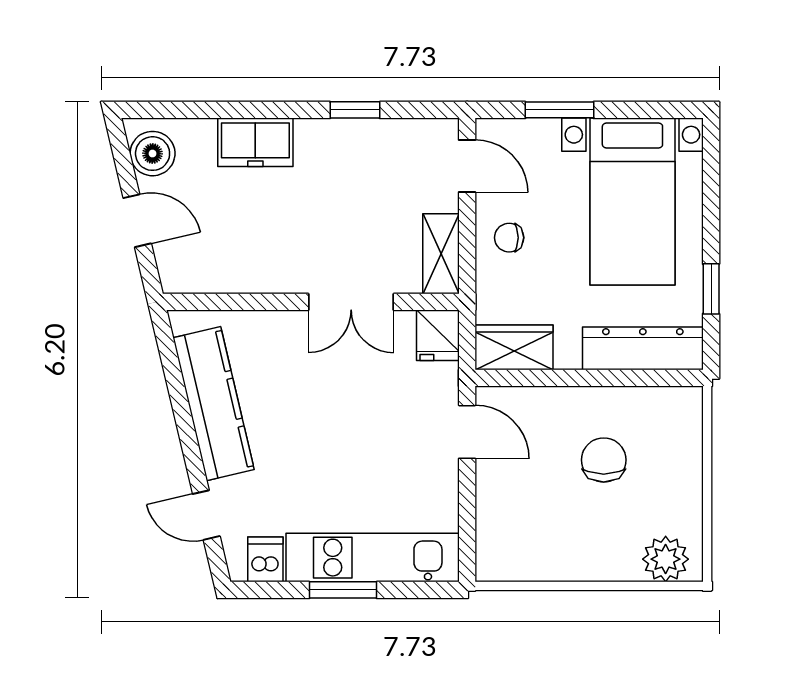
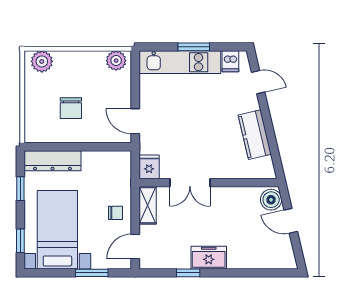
freezer: (255, 142) -> (209, 258), moved
boiler: (153, 154) -> (271, 200), moved
door: (467, 166) -> (135, 247), hinge flipped
window: (711, 178) -> (20, 241), added
double door: (351, 302) -> (190, 183), swing flipped
wardrobe: (514, 347) -> (113, 161), removed
kitchen counter: (214, 404) -> (255, 135), width x0.67
plant: (508, 561) -> (116, 61), added

